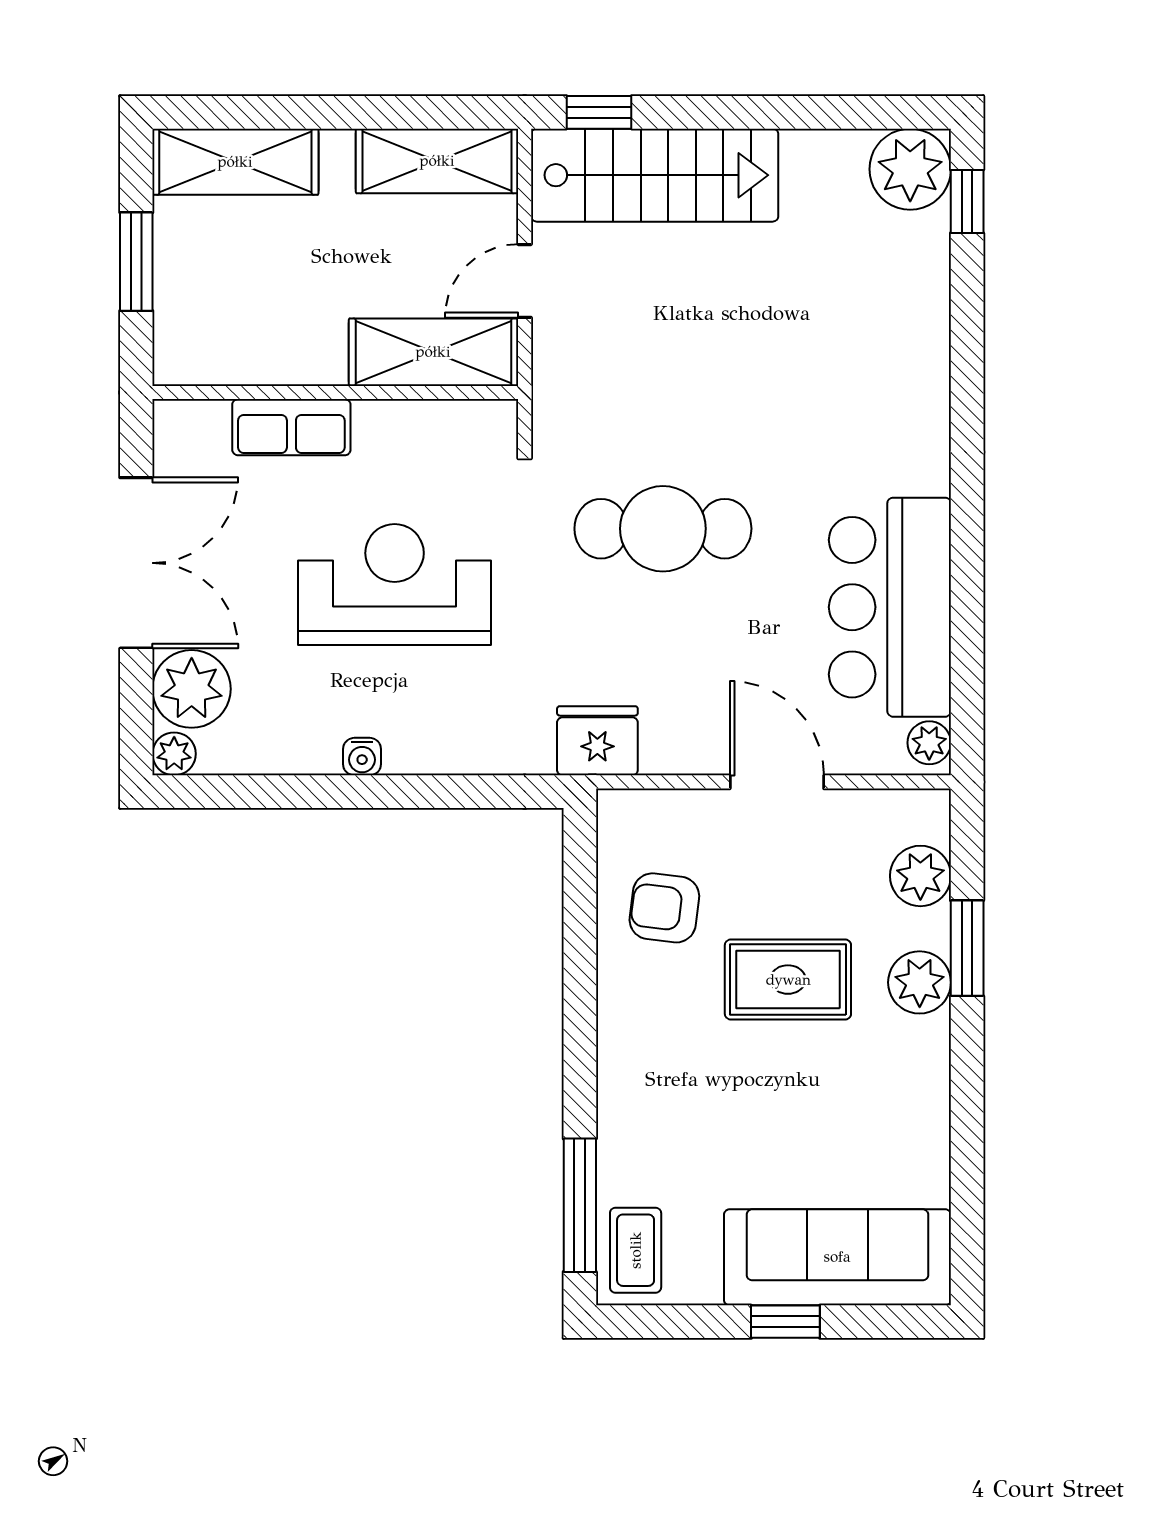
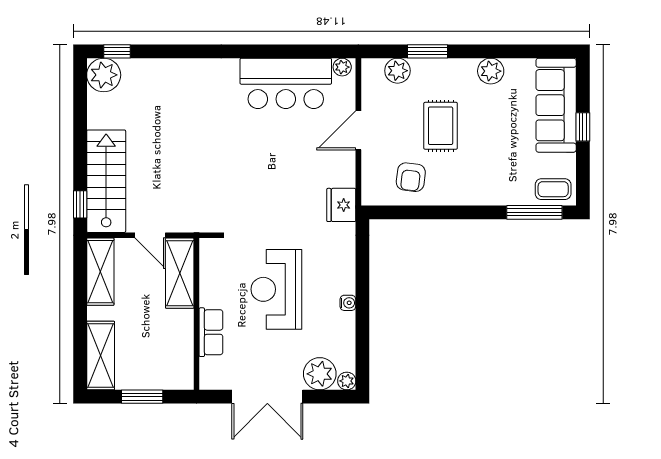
cafe table: (663, 529) -> (253, 178), removed
double door: (136, 563) -> (267, 397), swing flipped
plant: (920, 982) -> (491, 71), moved

